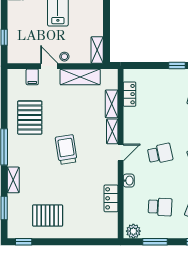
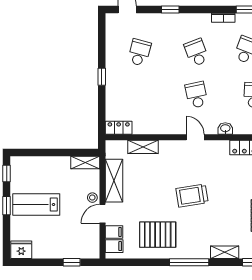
filing cabinet: (19, 77) -> (114, 246), added
locker: (129, 94) -> (119, 128), moved
shelving: (112, 131) -> (173, 146), removed

